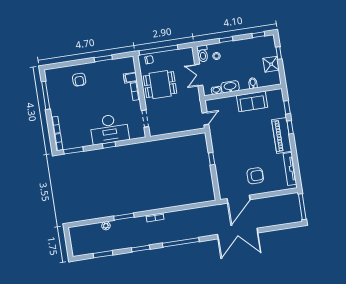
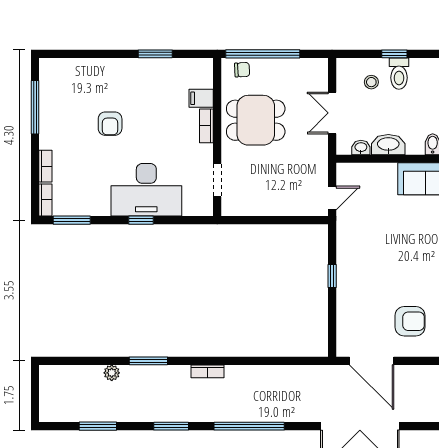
toilet: (203, 54) -> (399, 74), moved
armchair: (79, 80) -> (110, 124), moved
door: (239, 199) -> (372, 361), hinge flipped

